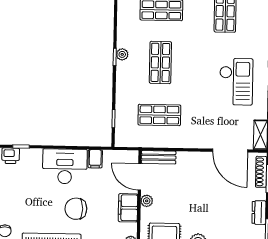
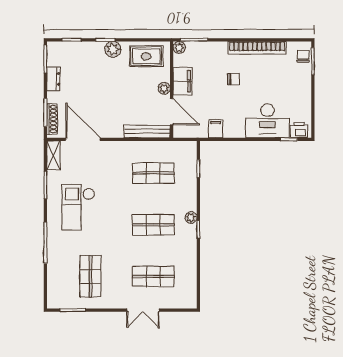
plant: (122, 54) -> (191, 217), moved
shop shelf: (160, 62) -> (153, 225), turned 90
bench: (159, 157) -> (147, 131), width x1.36
desk: (65, 166) -> (267, 121), moved
chair: (76, 209) -> (234, 79), width x0.54, depth x0.54

